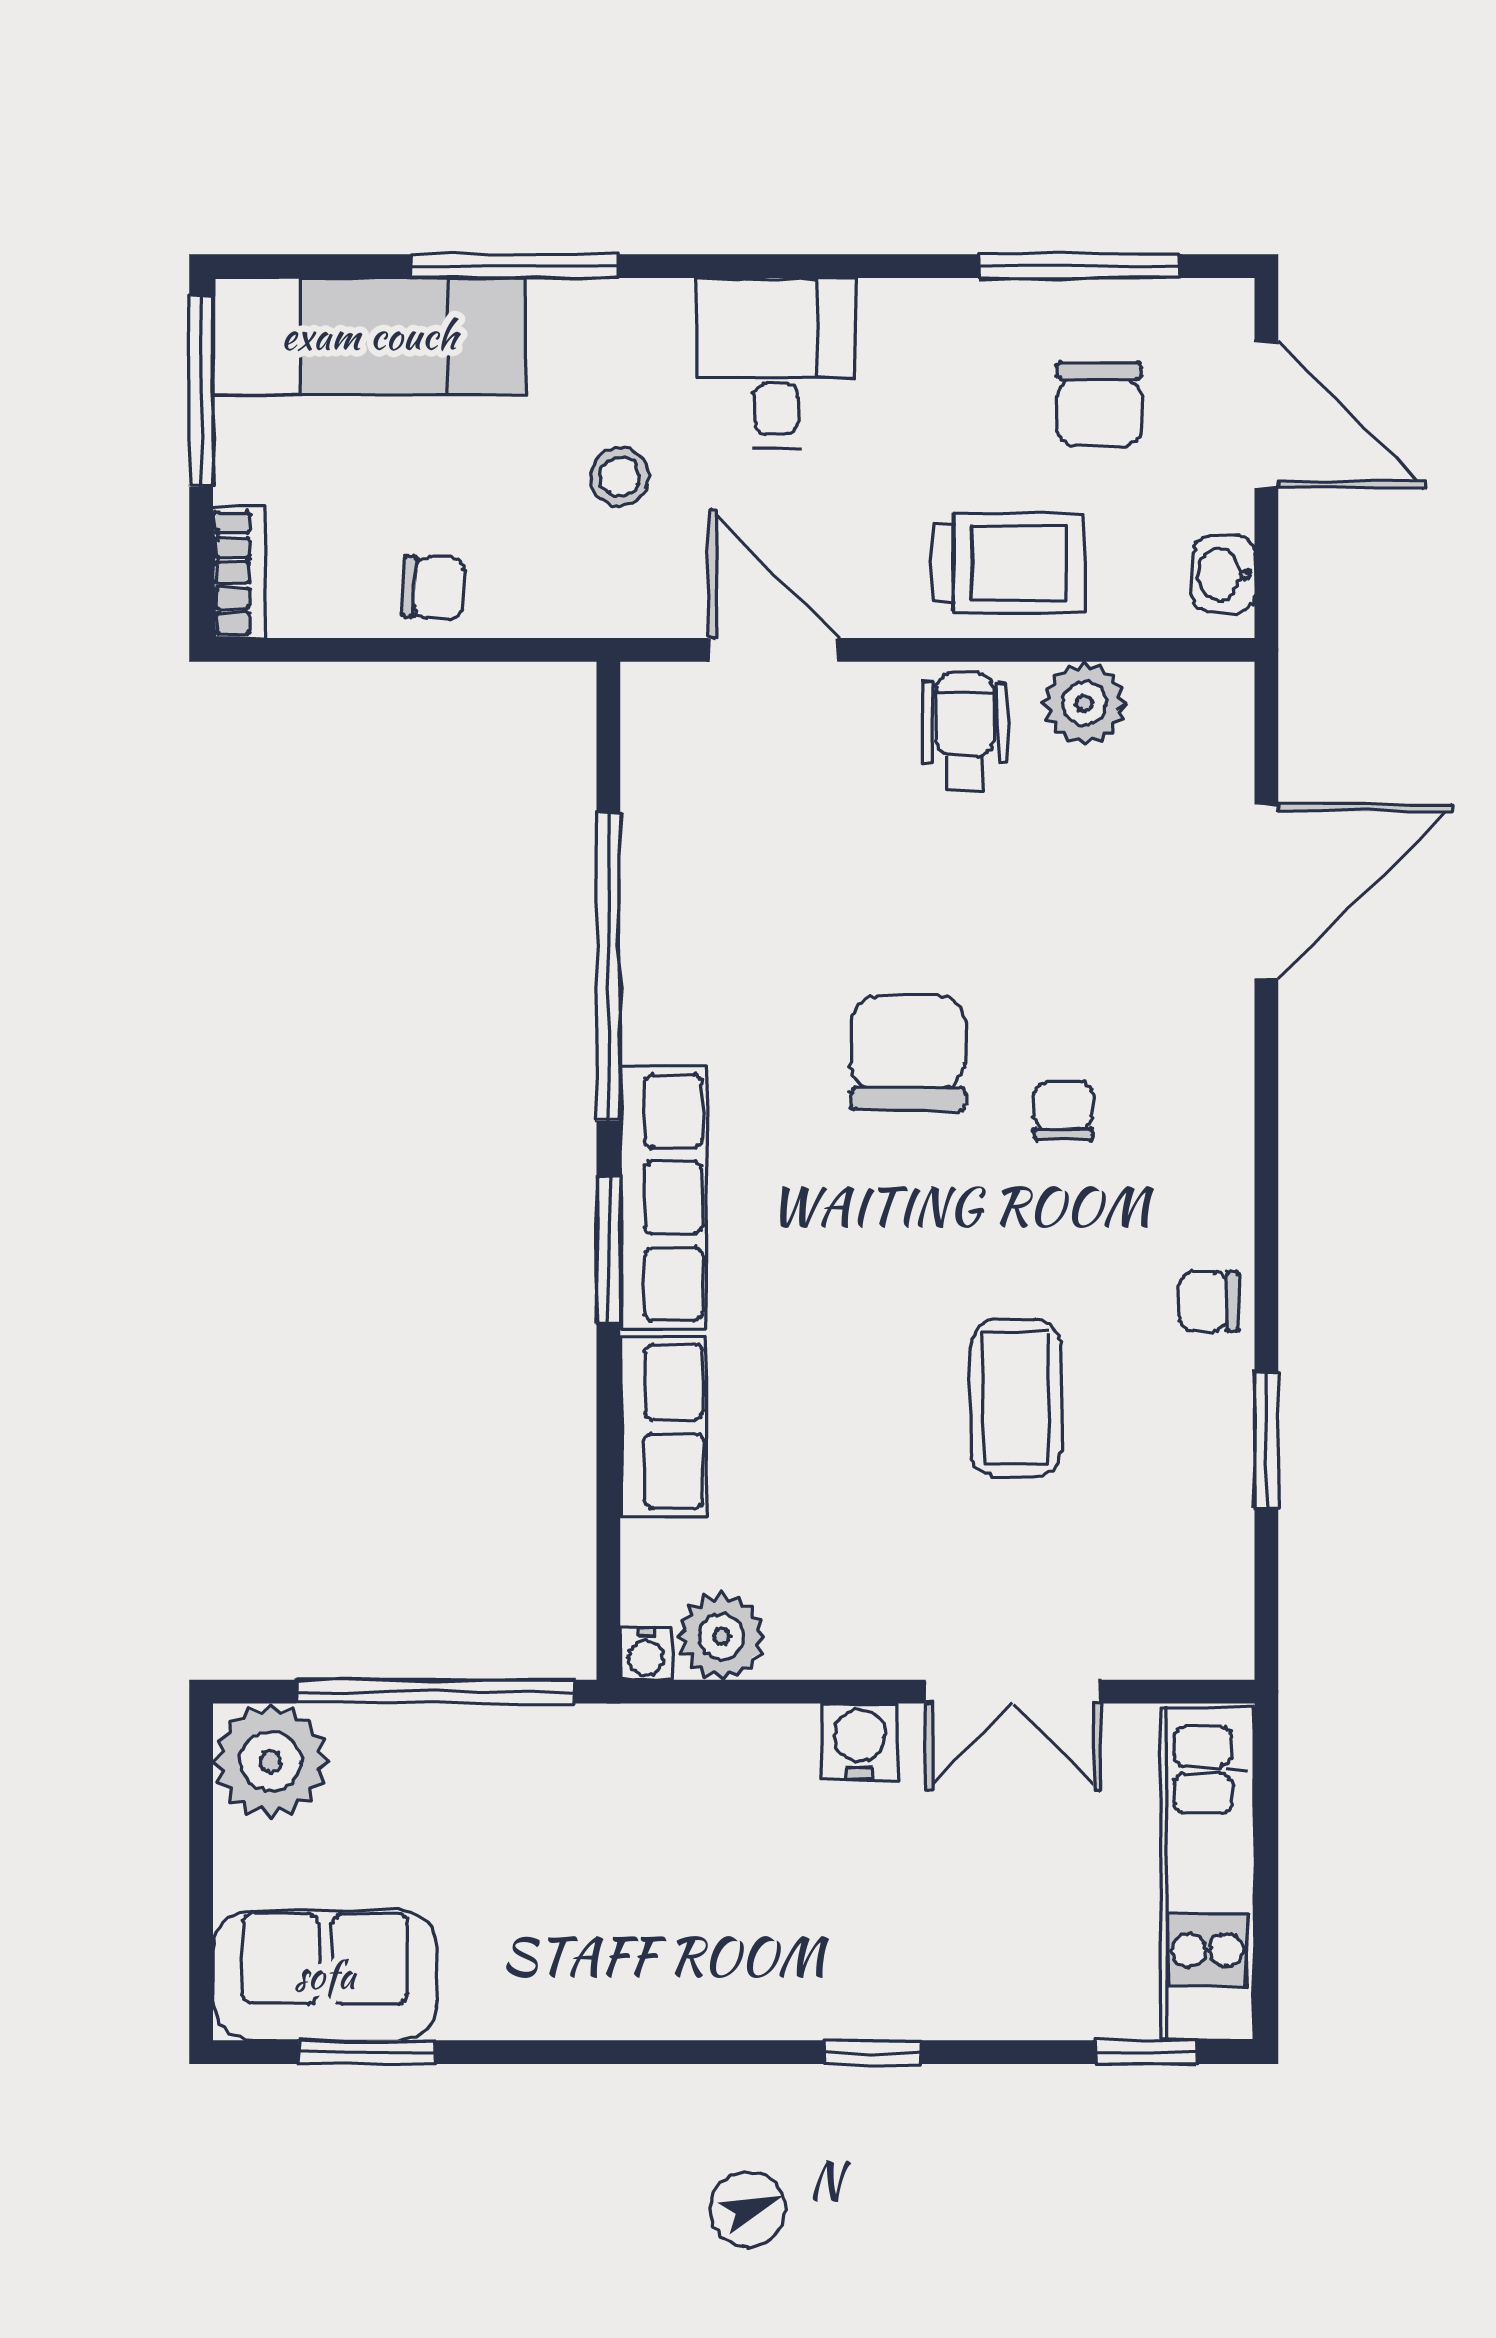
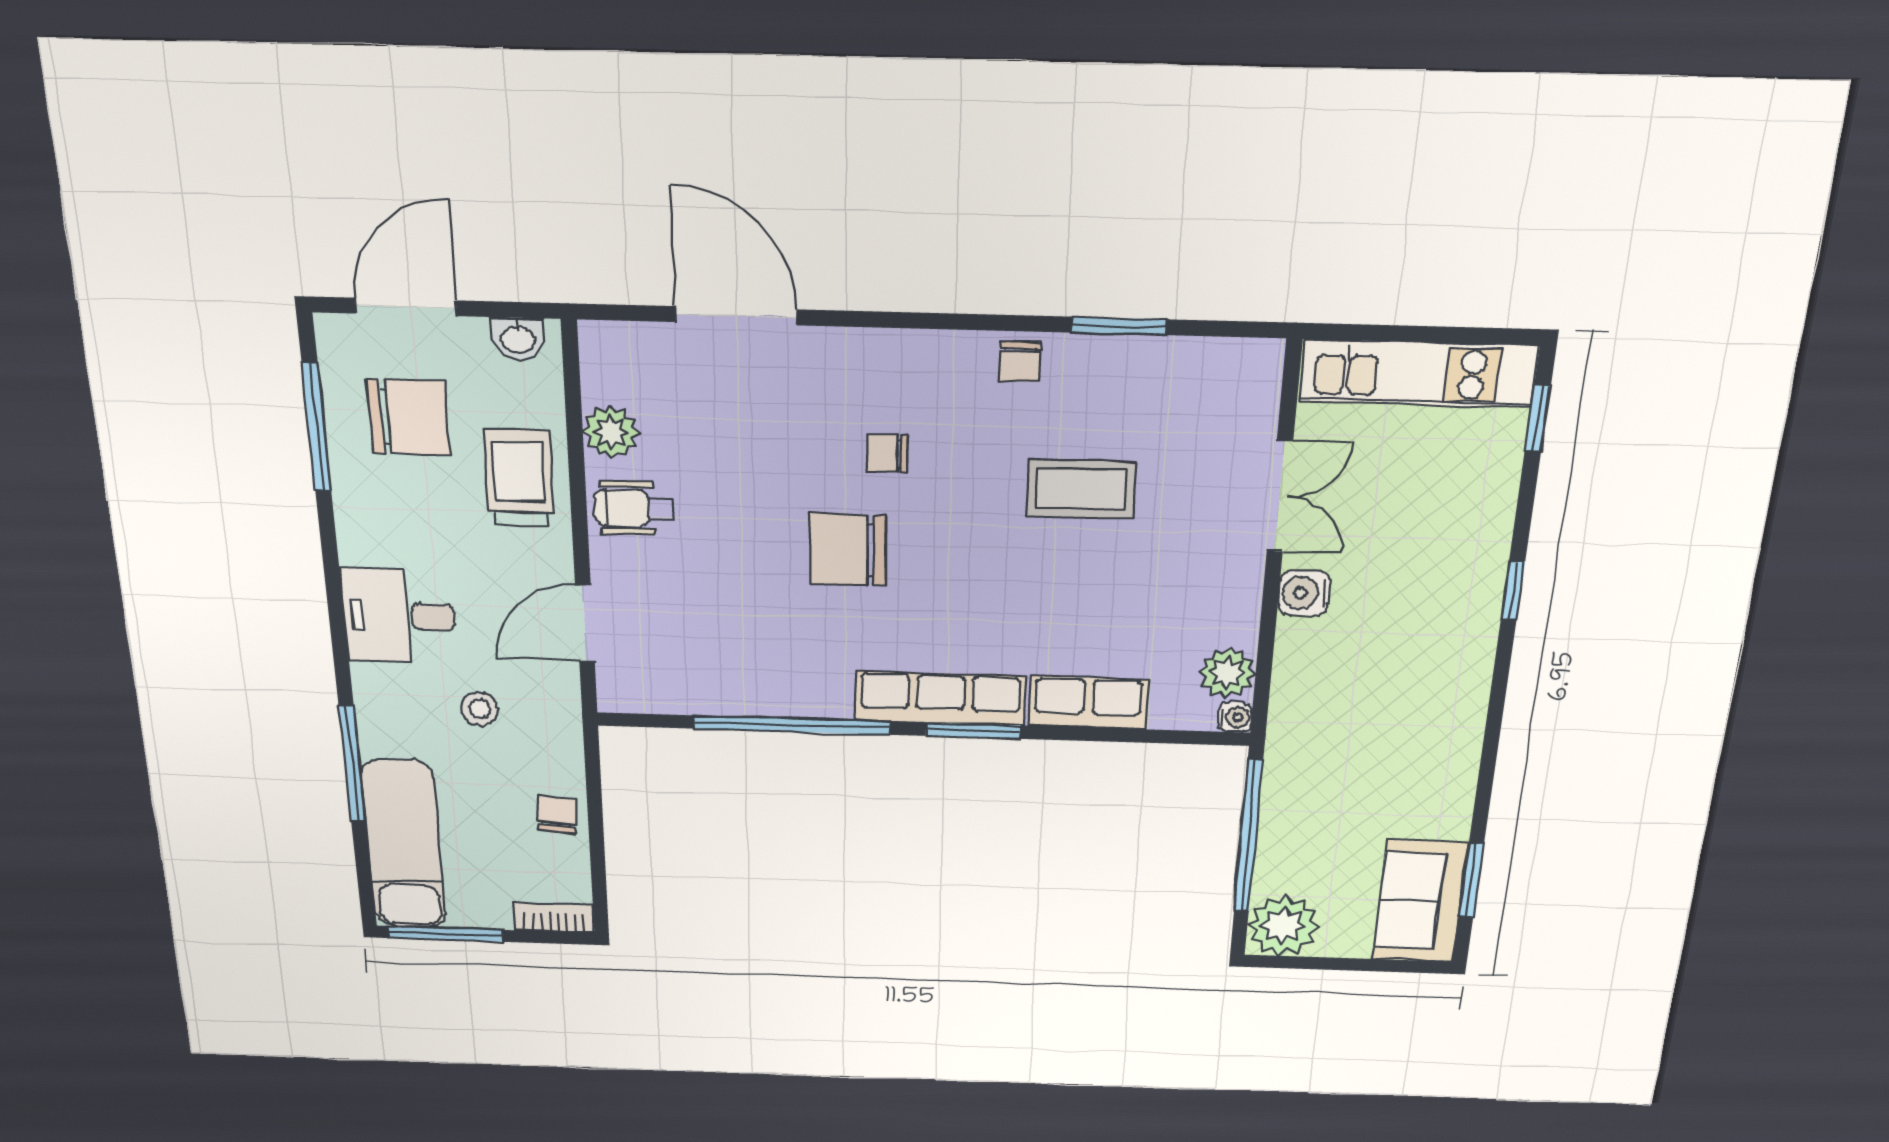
chair: (1099, 405) -> (408, 417), width x1.37, depth x1.37

